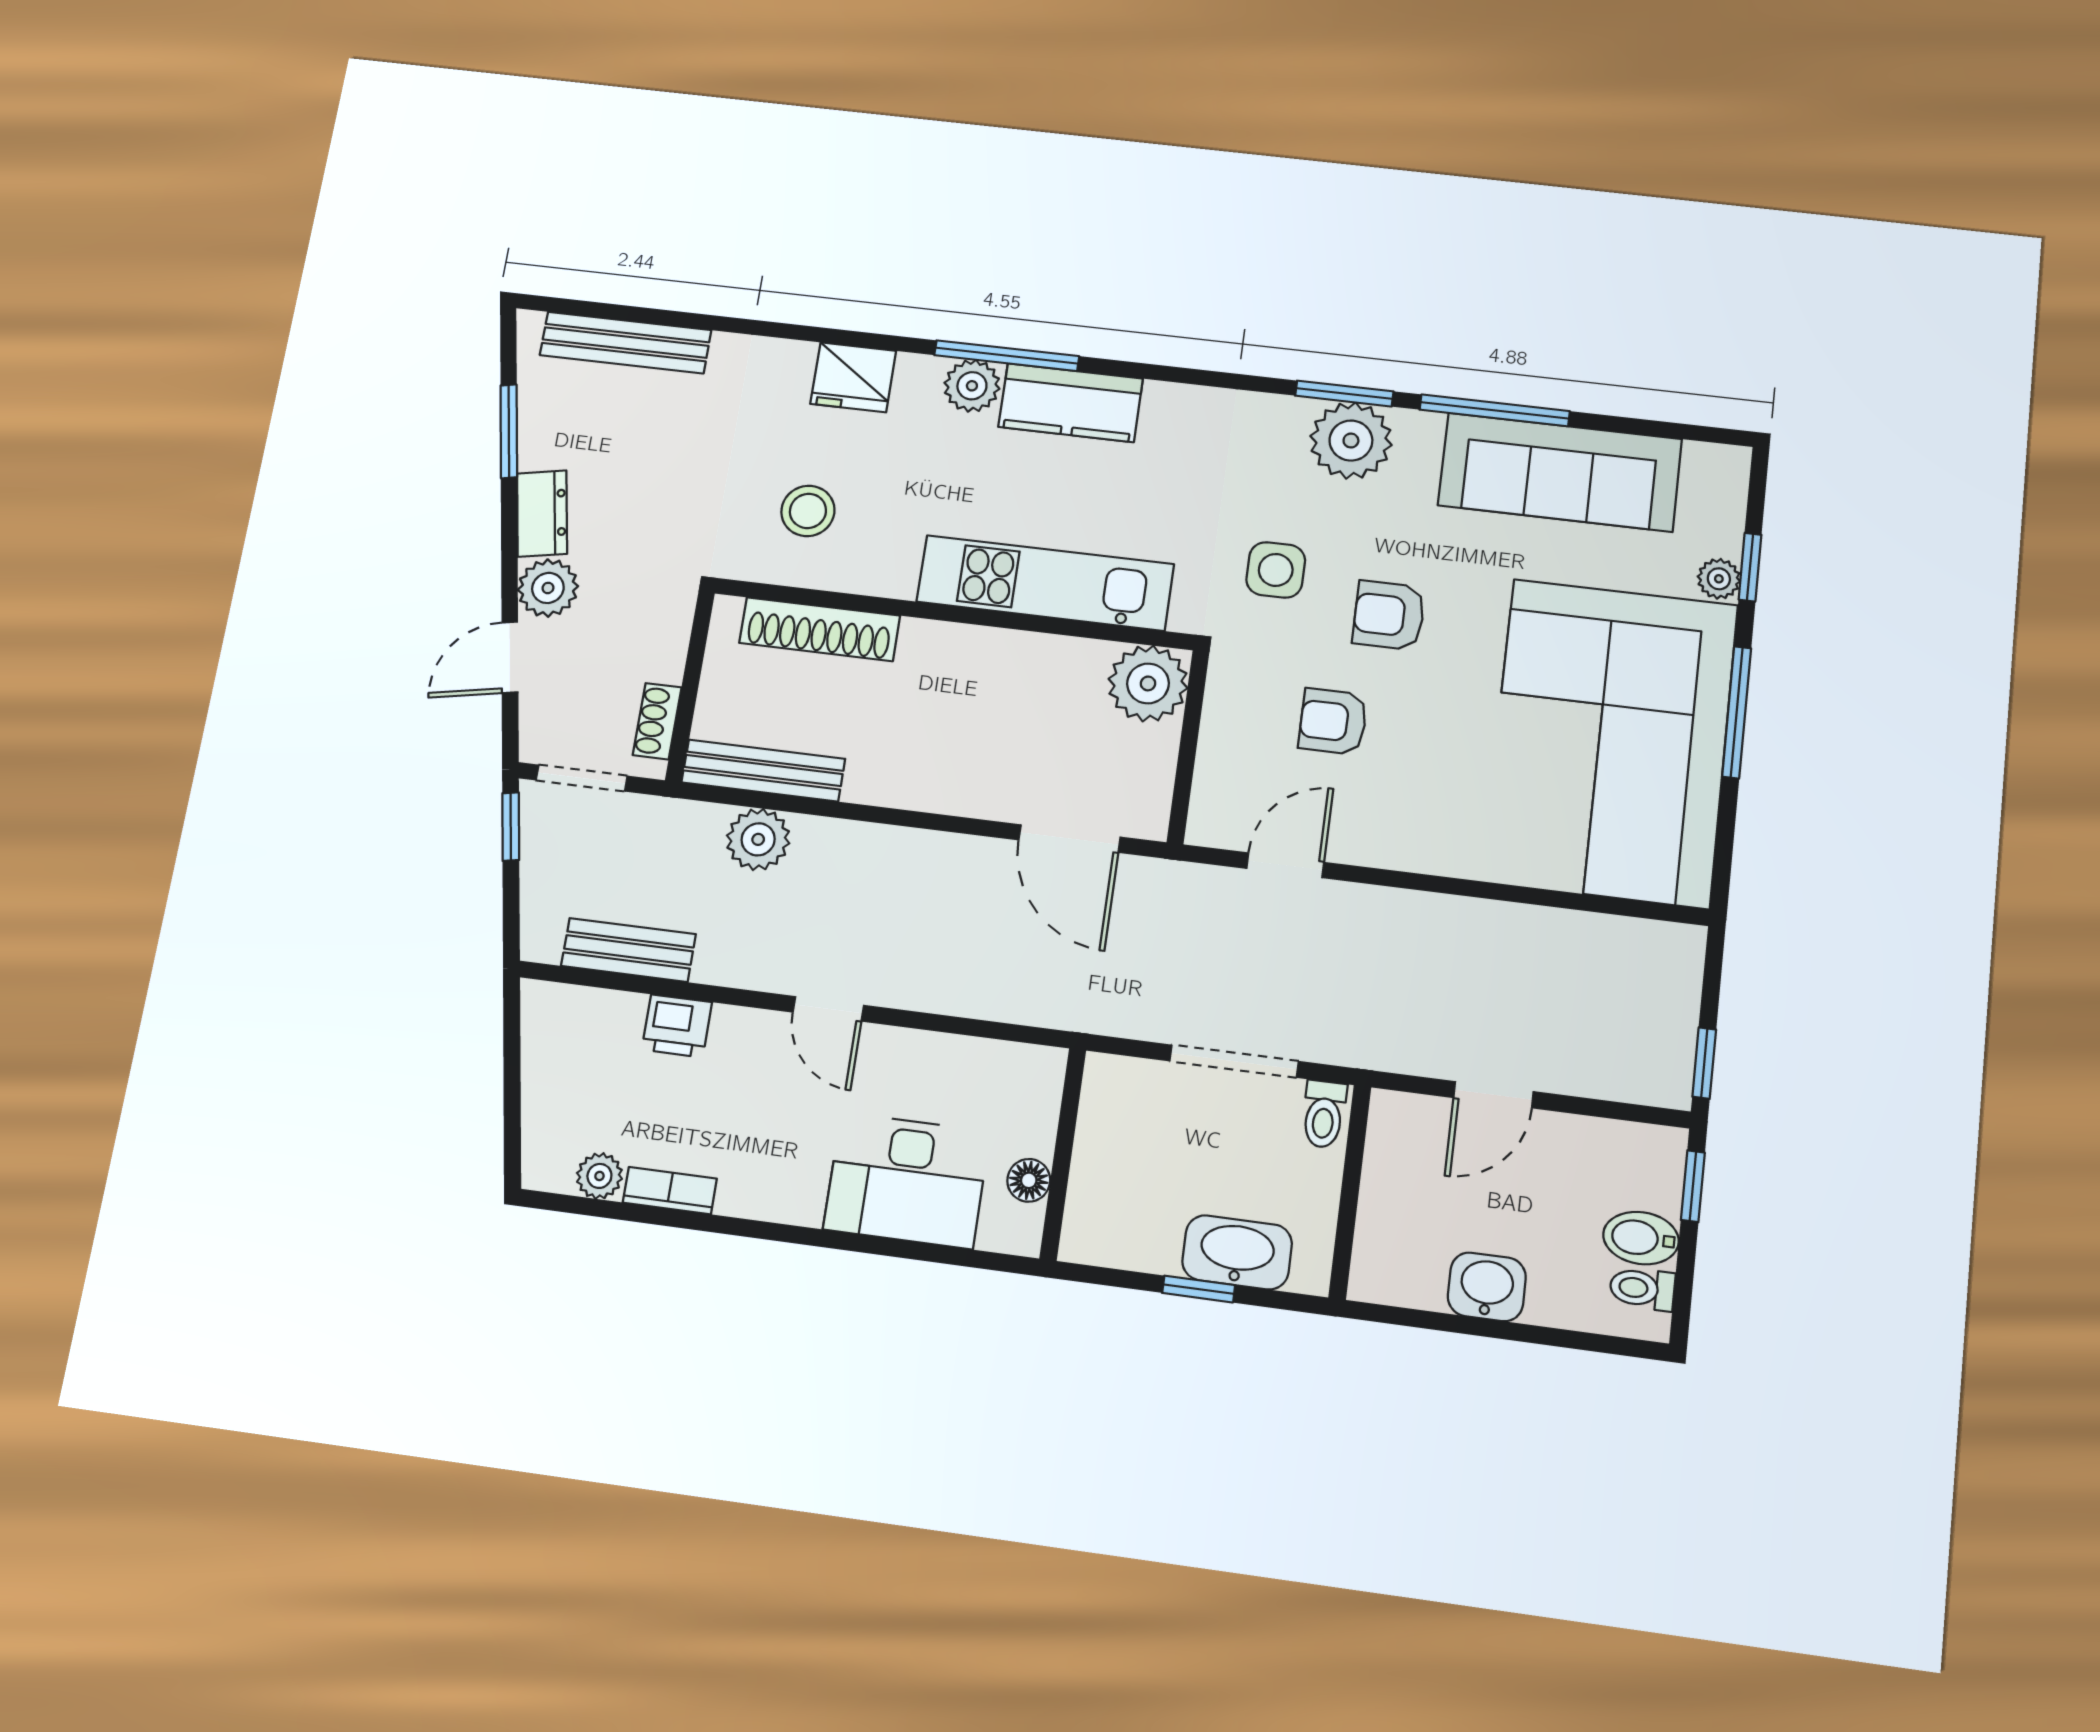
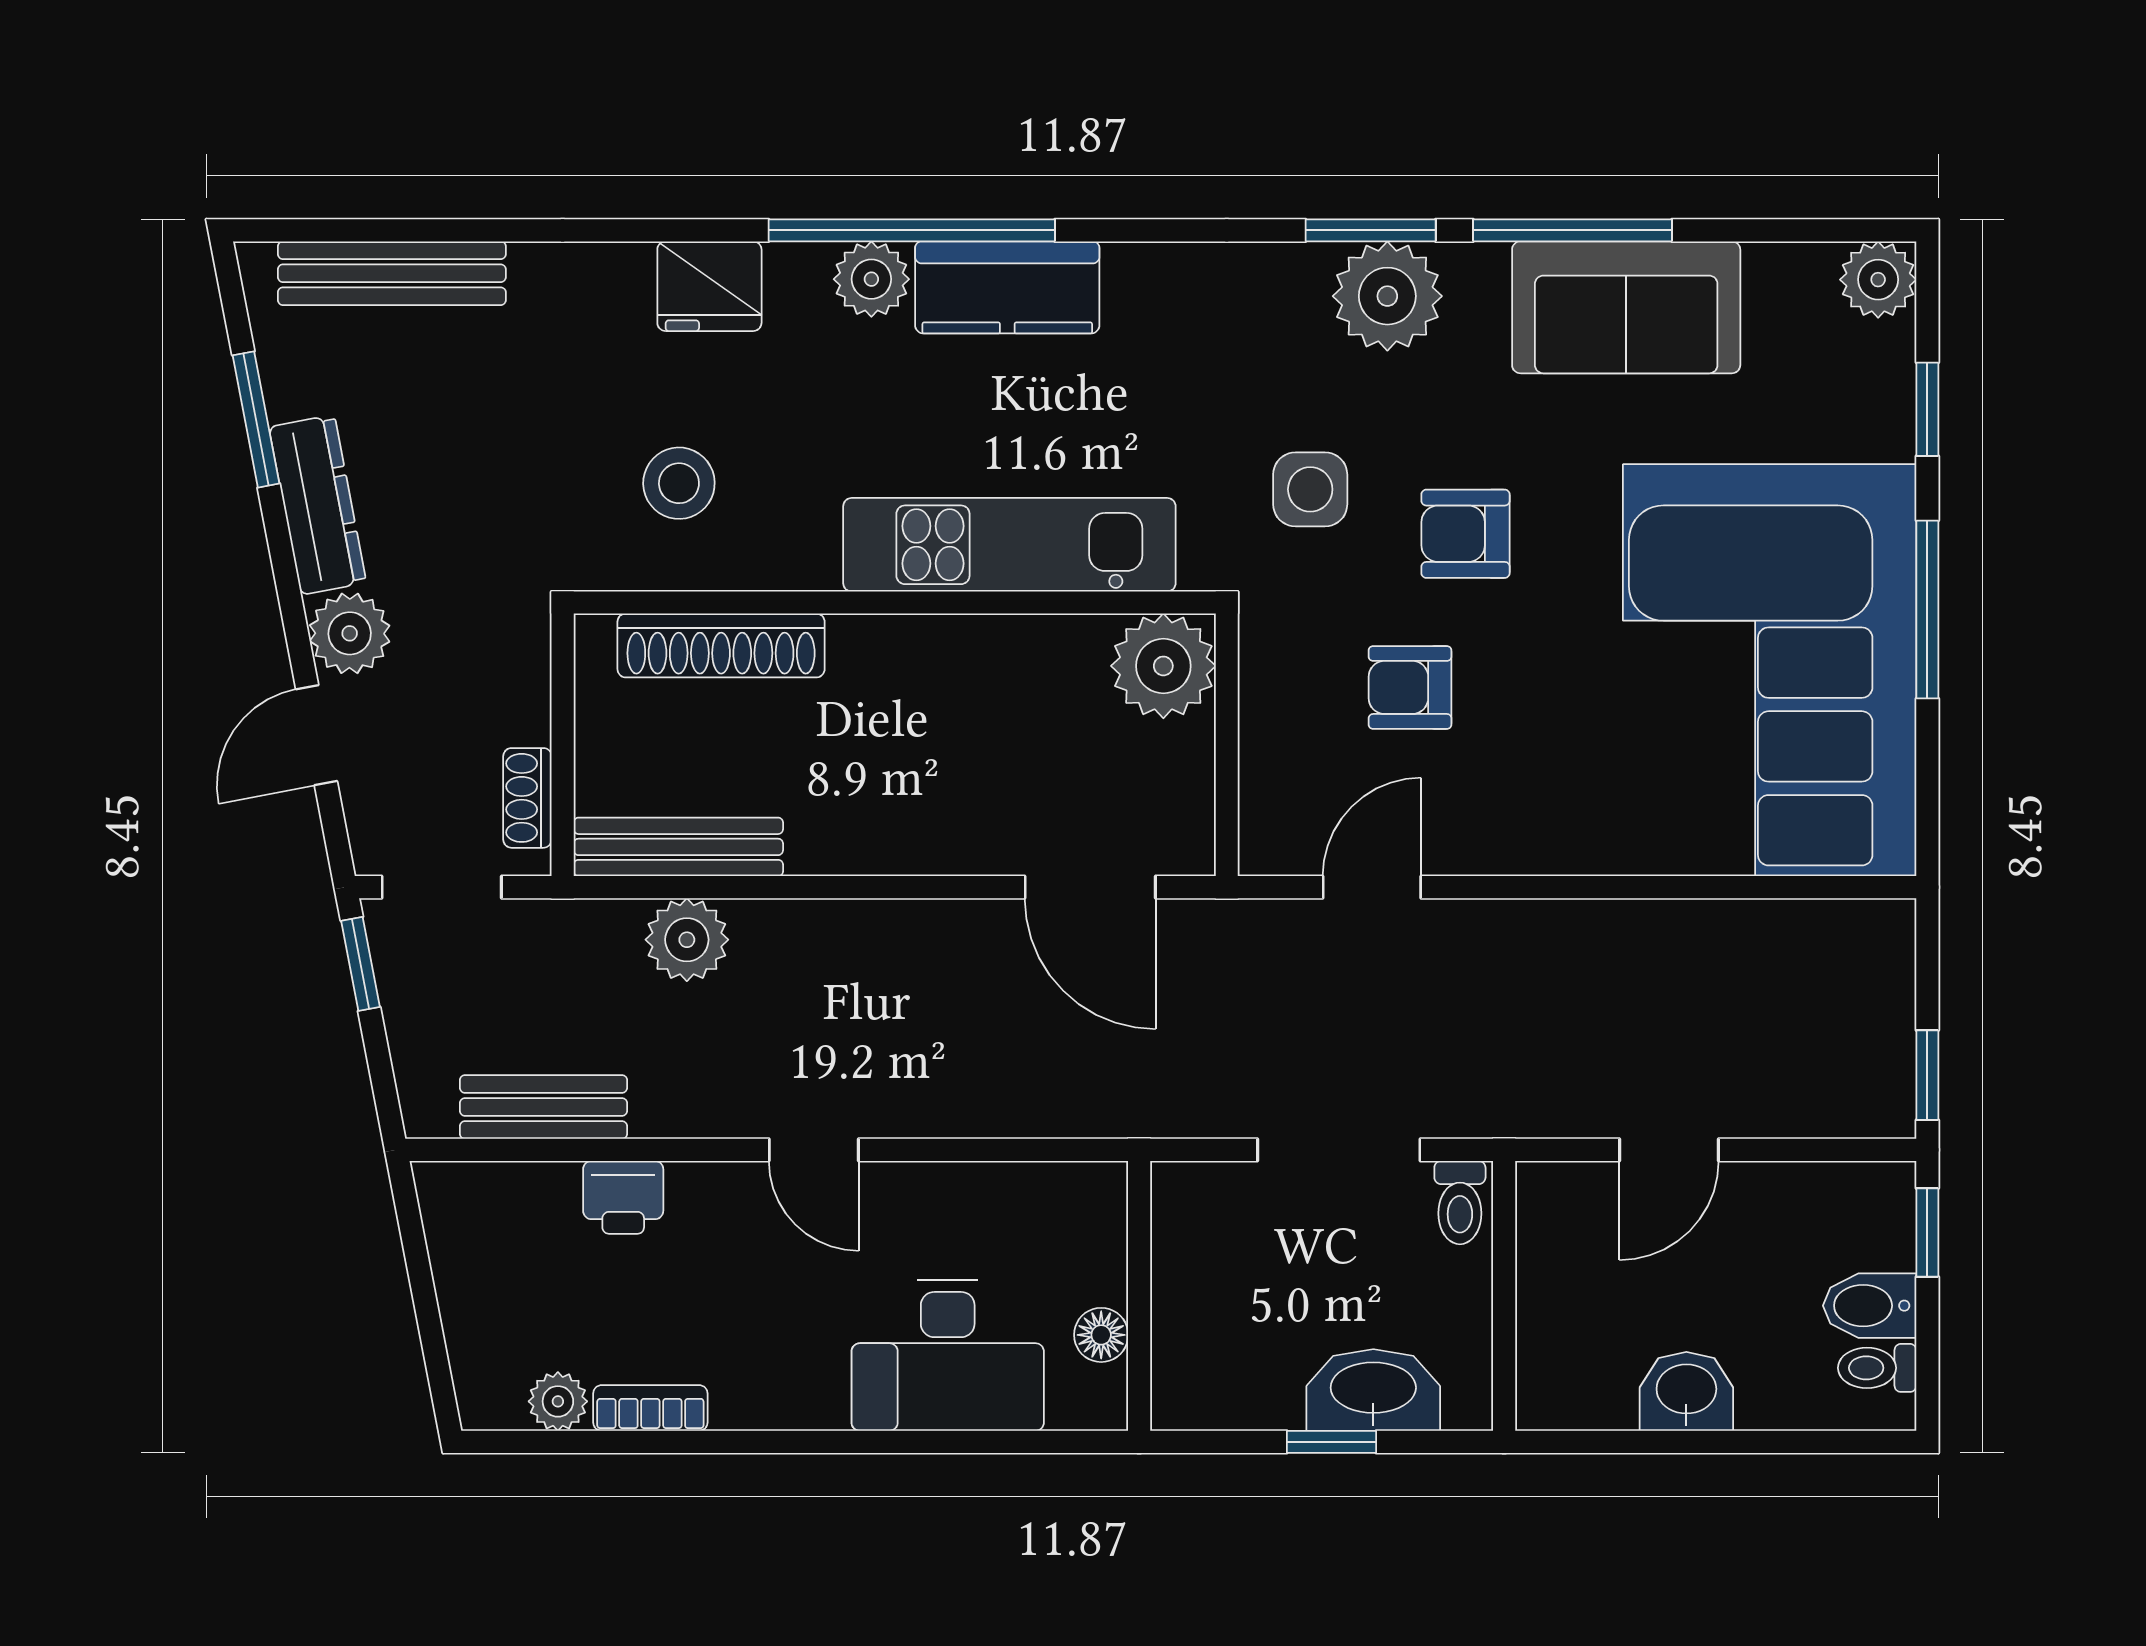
window: (1007, 356) -> (912, 230), width x1.46
sofa: (1560, 472) -> (1626, 307), width x0.73
dresser: (542, 513) -> (318, 505), width x1.44
plant: (1719, 579) -> (1878, 280), moved, width x1.38, depth x1.38

